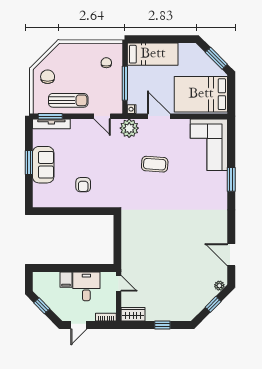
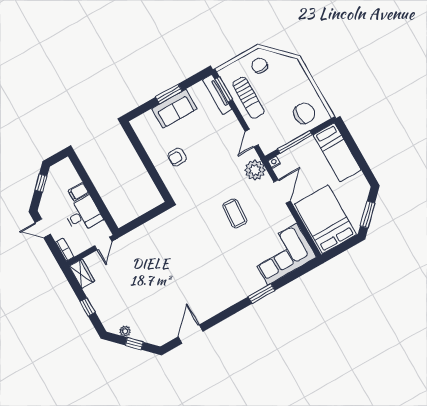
chair: (106, 63) -> (304, 113), width x1.87, depth x1.87
chair: (48, 77) -> (260, 66), turned -92
plant: (219, 286) -> (125, 331), moved

